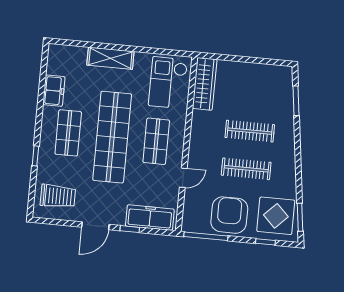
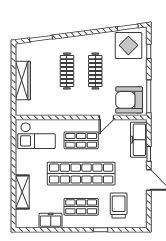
shelving: (110, 58) -> (22, 192), moved
wardrobe: (205, 84) -> (23, 81), moved, turned 90
door: (183, 178) -> (107, 117), swing flipped
trolley: (58, 196) -> (119, 205), moved
armchair: (229, 215) -> (129, 100), moved

